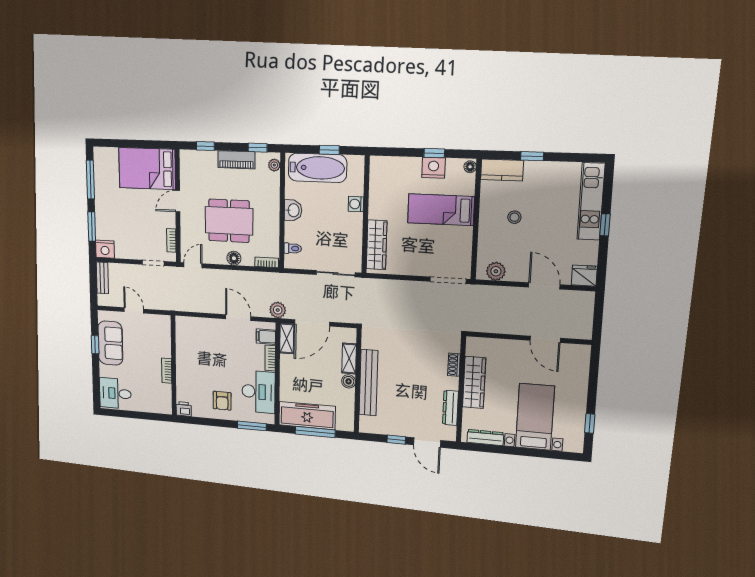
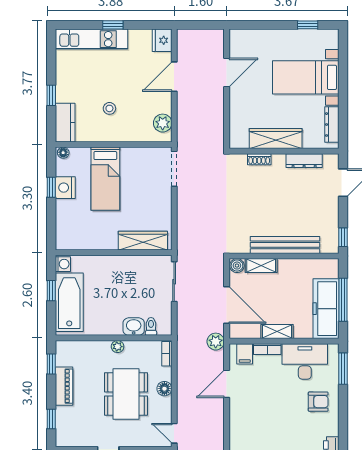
plant: (274, 165) -> (118, 347), moved
washing machine: (356, 204) -> (63, 264), moved, turned -90
washbasin: (293, 210) -> (134, 327), moved
shelving: (287, 338) -> (277, 332), moved
boiler: (349, 381) -> (237, 266), moved
window: (396, 440) -> (343, 237), moved

